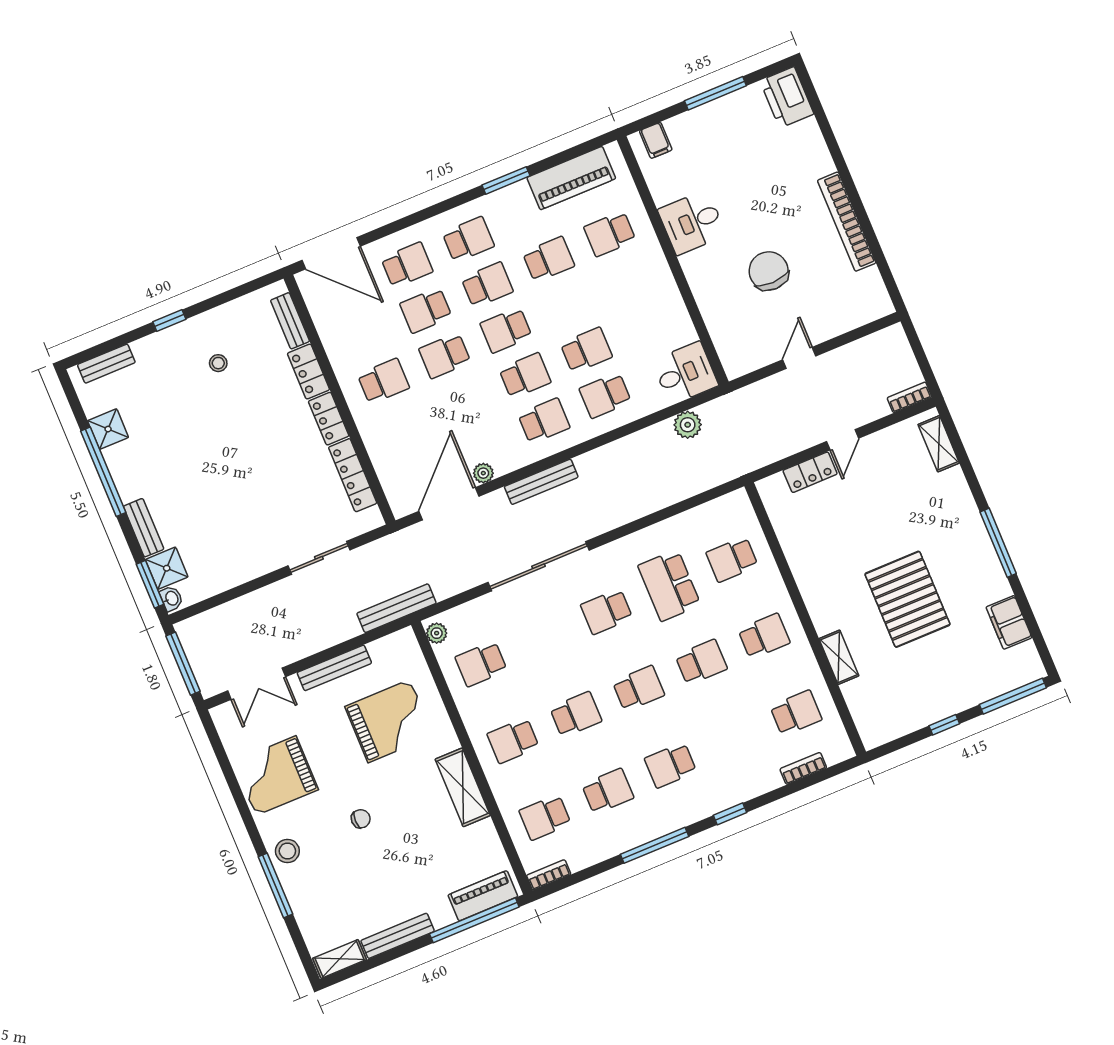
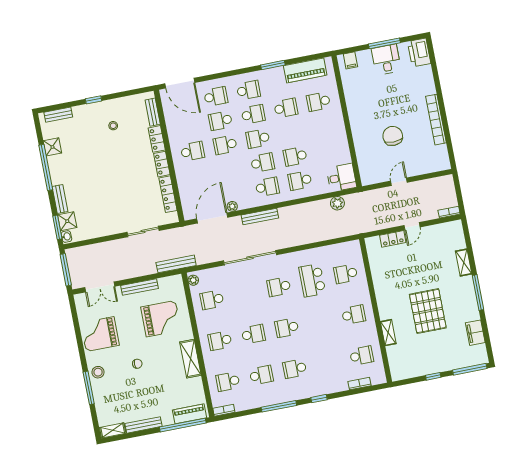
desk: (692, 222) -> (386, 60), moved, turned 90
school desk: (586, 350) -> (295, 156), turned 180
shelving: (939, 444) -> (464, 262), moved
school desk: (701, 662) -> (320, 321), removed
school desk: (639, 688) -> (287, 328), turned 180

